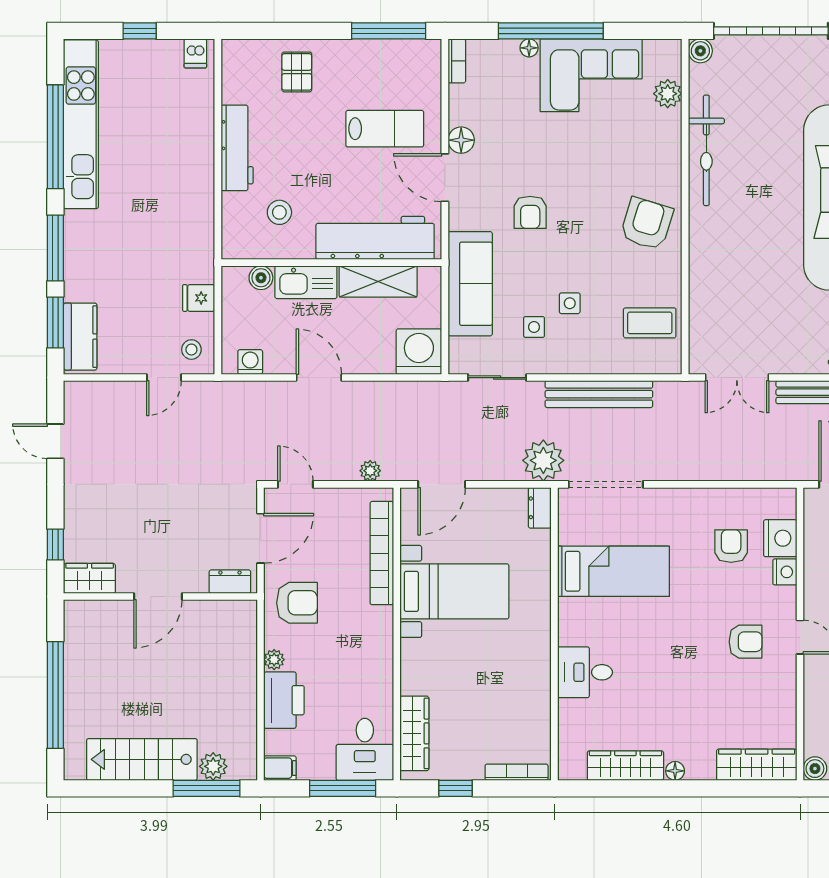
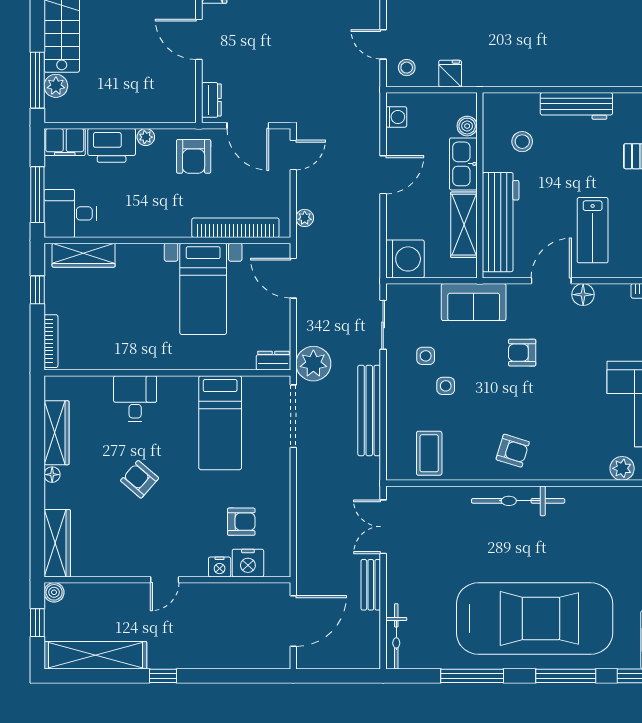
bicycle: (706, 150) -> (518, 501), moved
armchair: (647, 224) -> (513, 451), width x0.72, depth x0.72
sofa: (470, 284) -> (474, 302), width x0.73
armchair: (746, 642) -> (140, 479), moved, turned 131
filing cabinet: (280, 768) -> (65, 142), width x2.00

